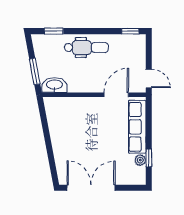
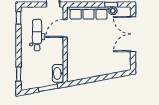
dental chair: (86, 48) -> (37, 35), moved
door: (116, 95) -> (65, 28), hinge flipped
double door: (91, 188) -> (133, 34), moved

